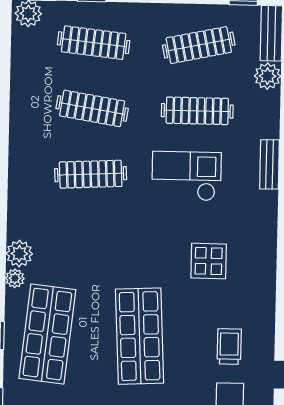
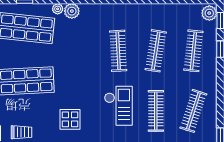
clothes rail: (199, 45) -> (193, 111), turned 30

